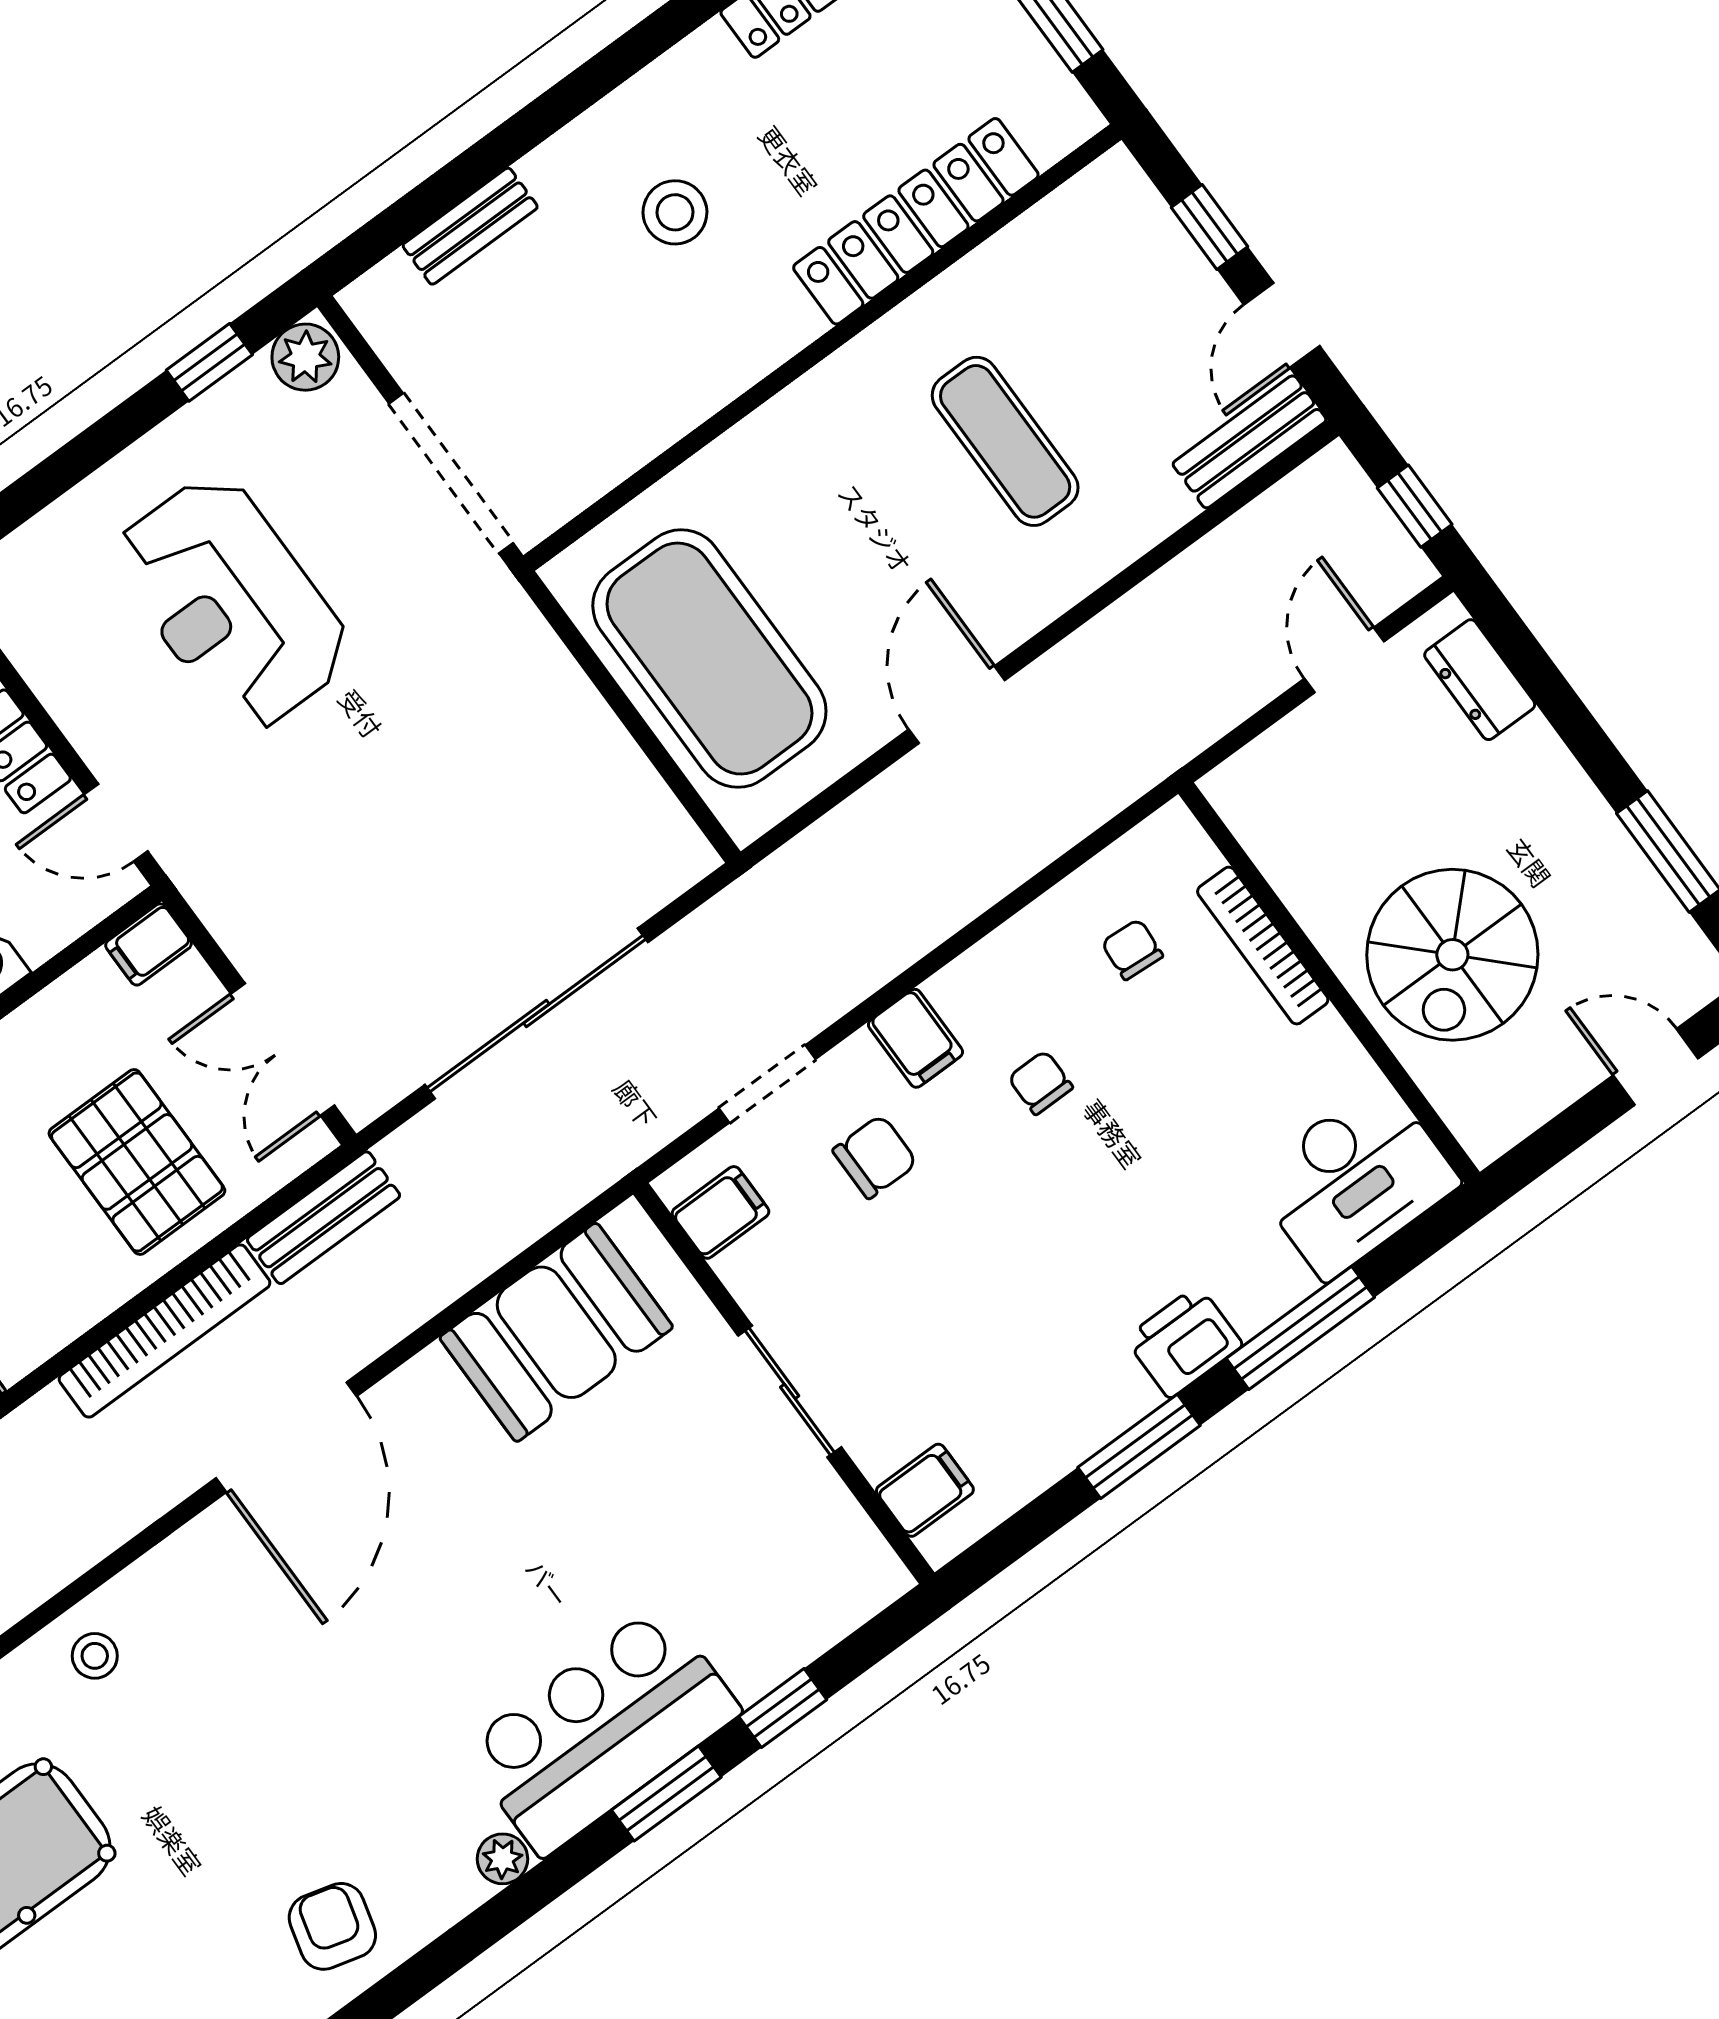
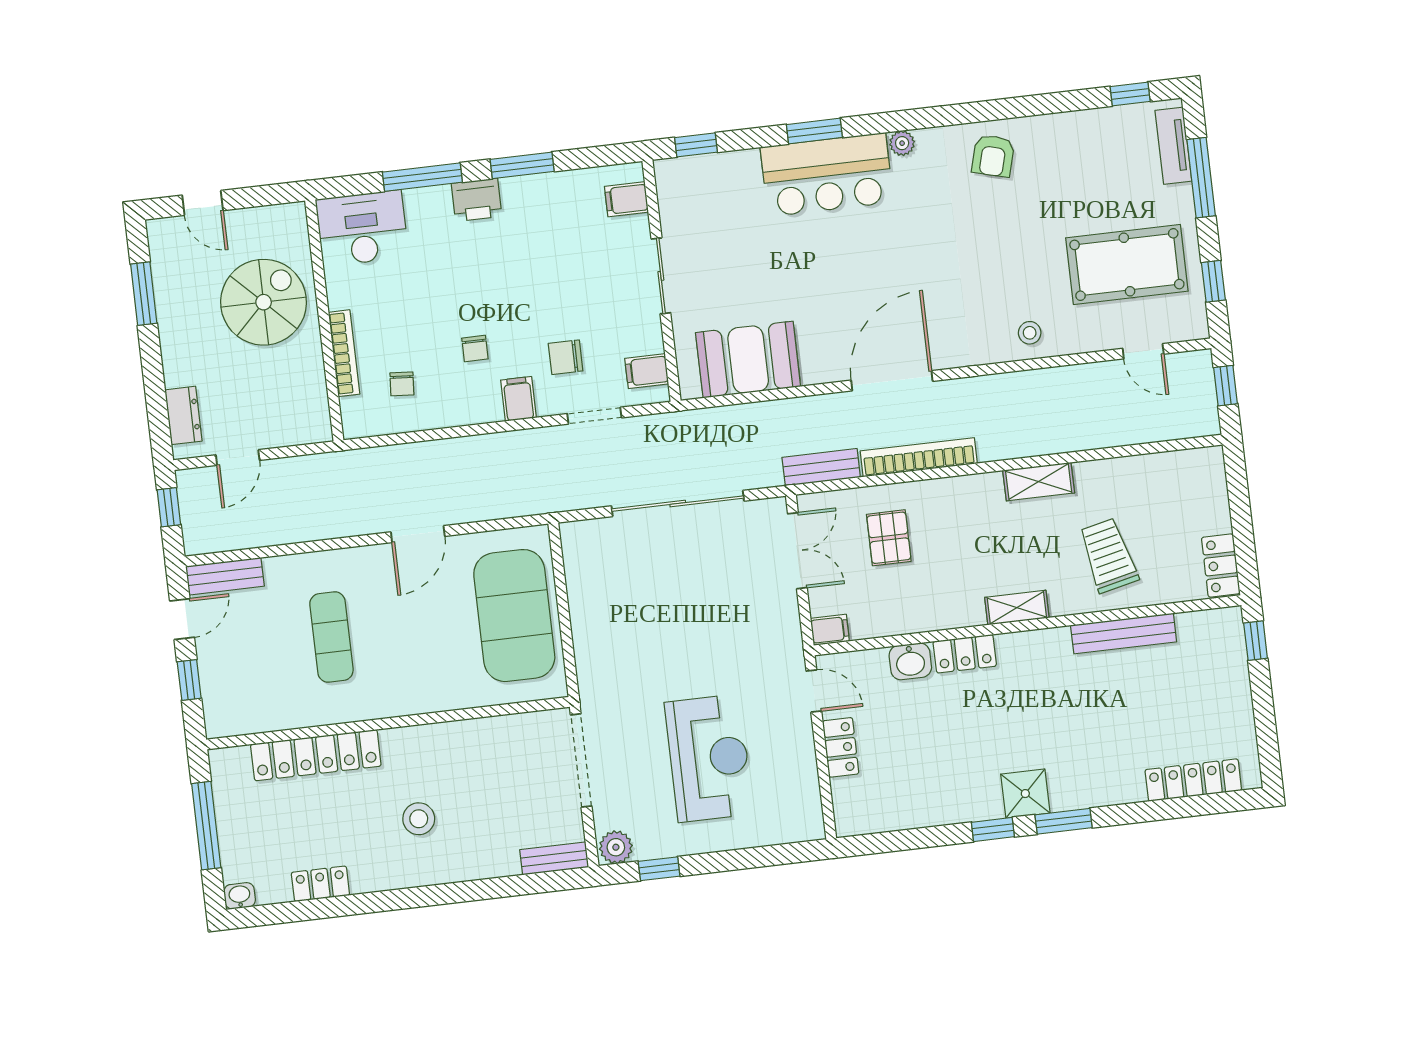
bench: (470, 226) -> (554, 858), moved
pallet: (137, 1162) -> (889, 538), width x0.67, depth x0.71
window: (783, 1708) -> (696, 145), moved

